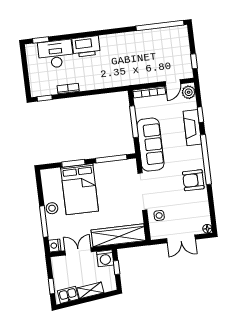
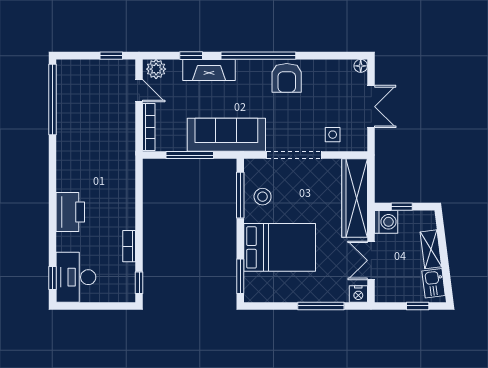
desk: (56, 54) -> (76, 277), moved
window: (73, 163) -> (240, 276), moved
stool: (52, 208) -> (263, 197), moved

